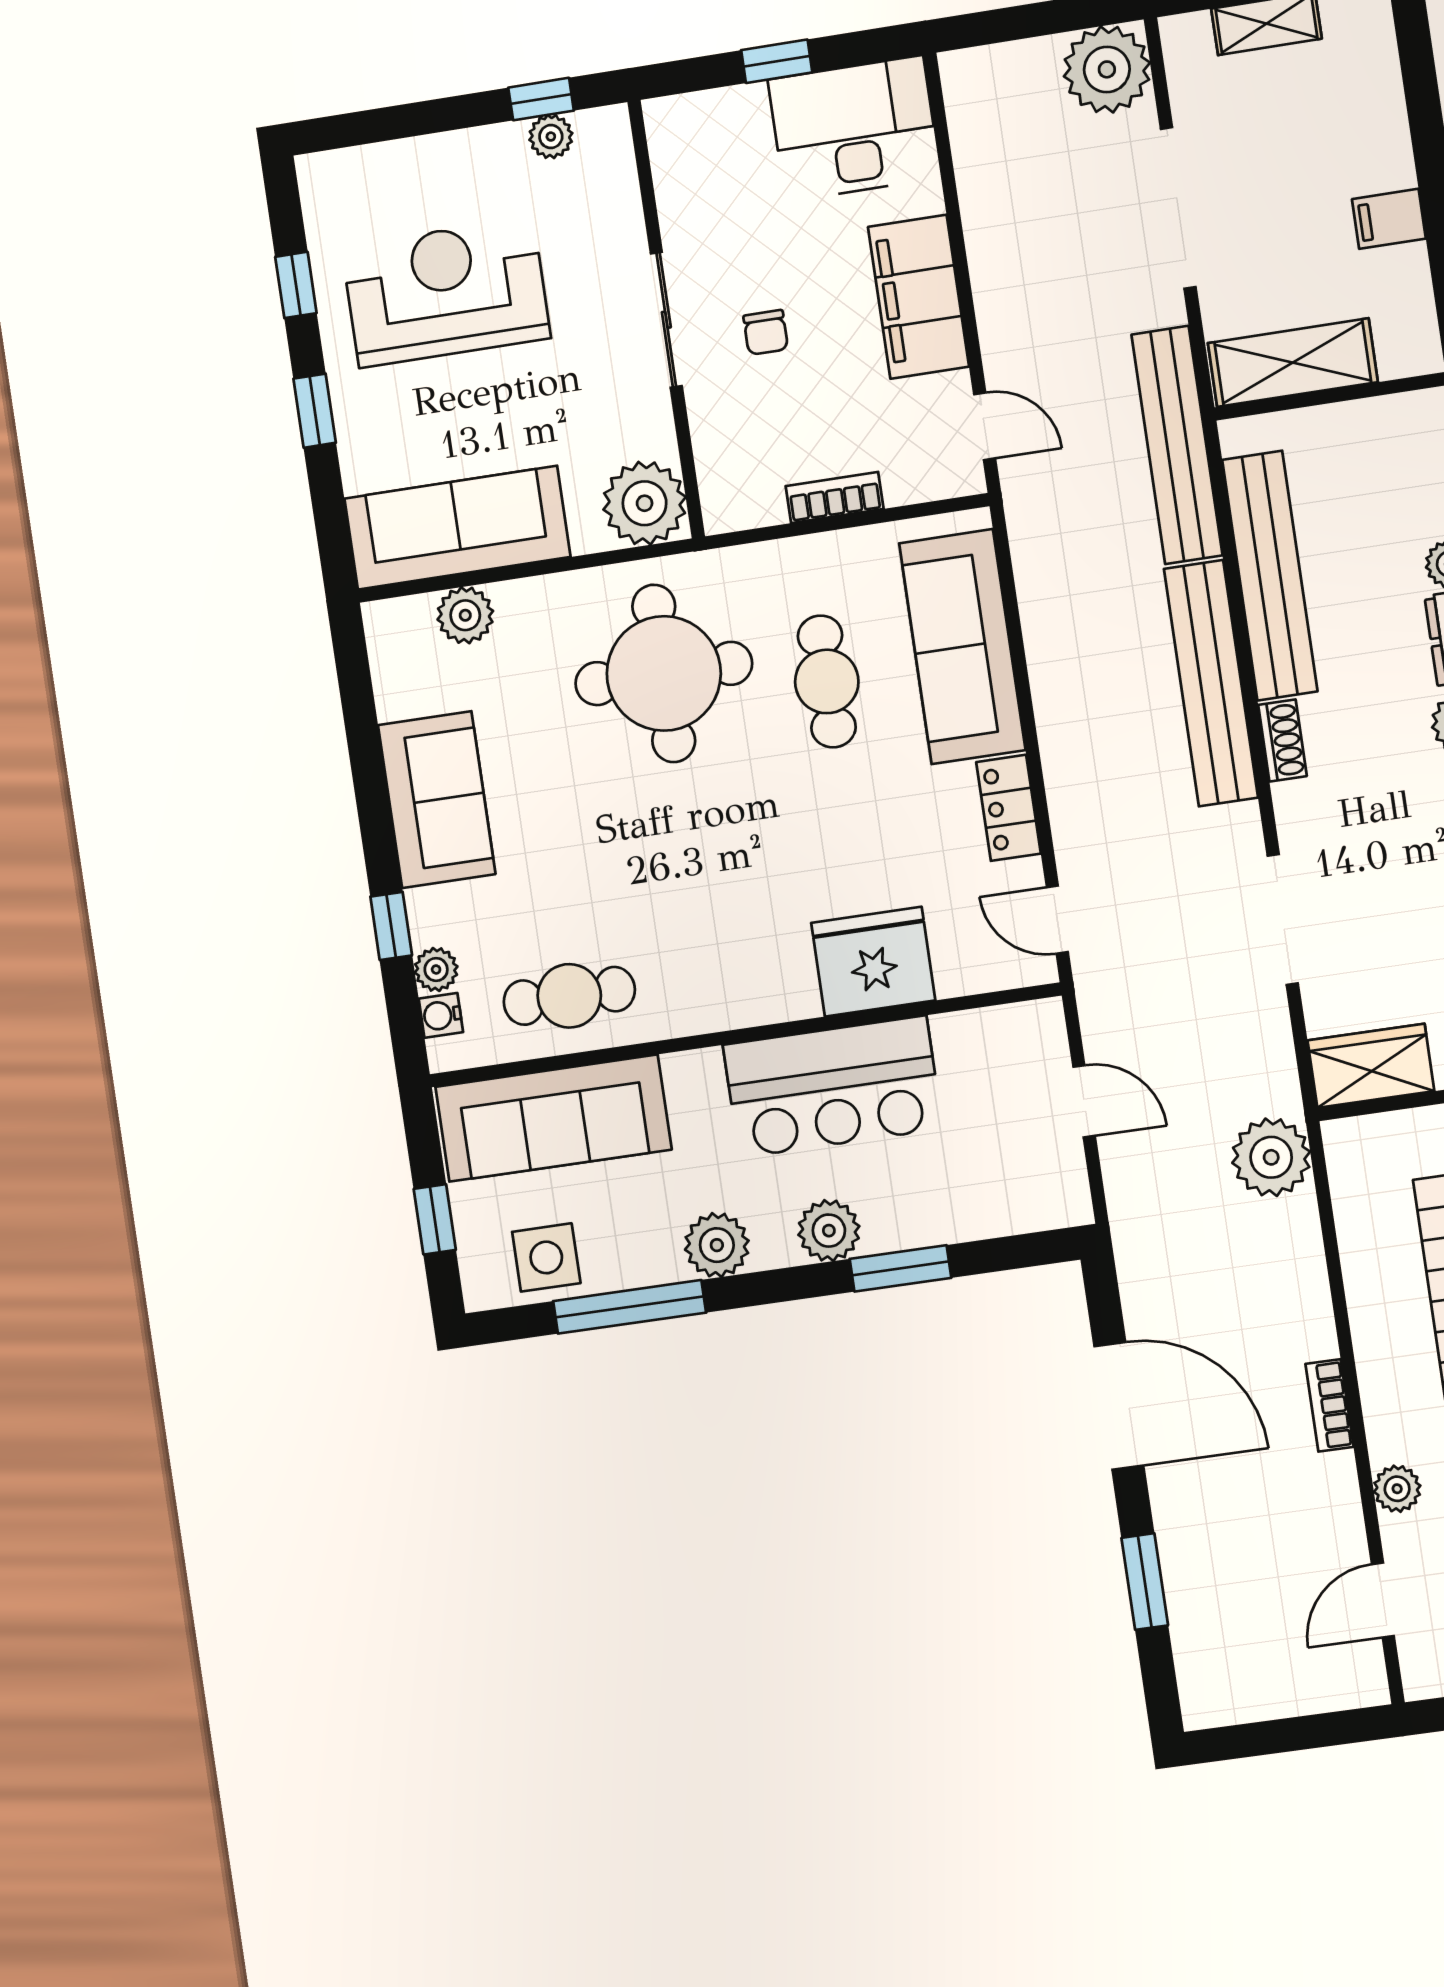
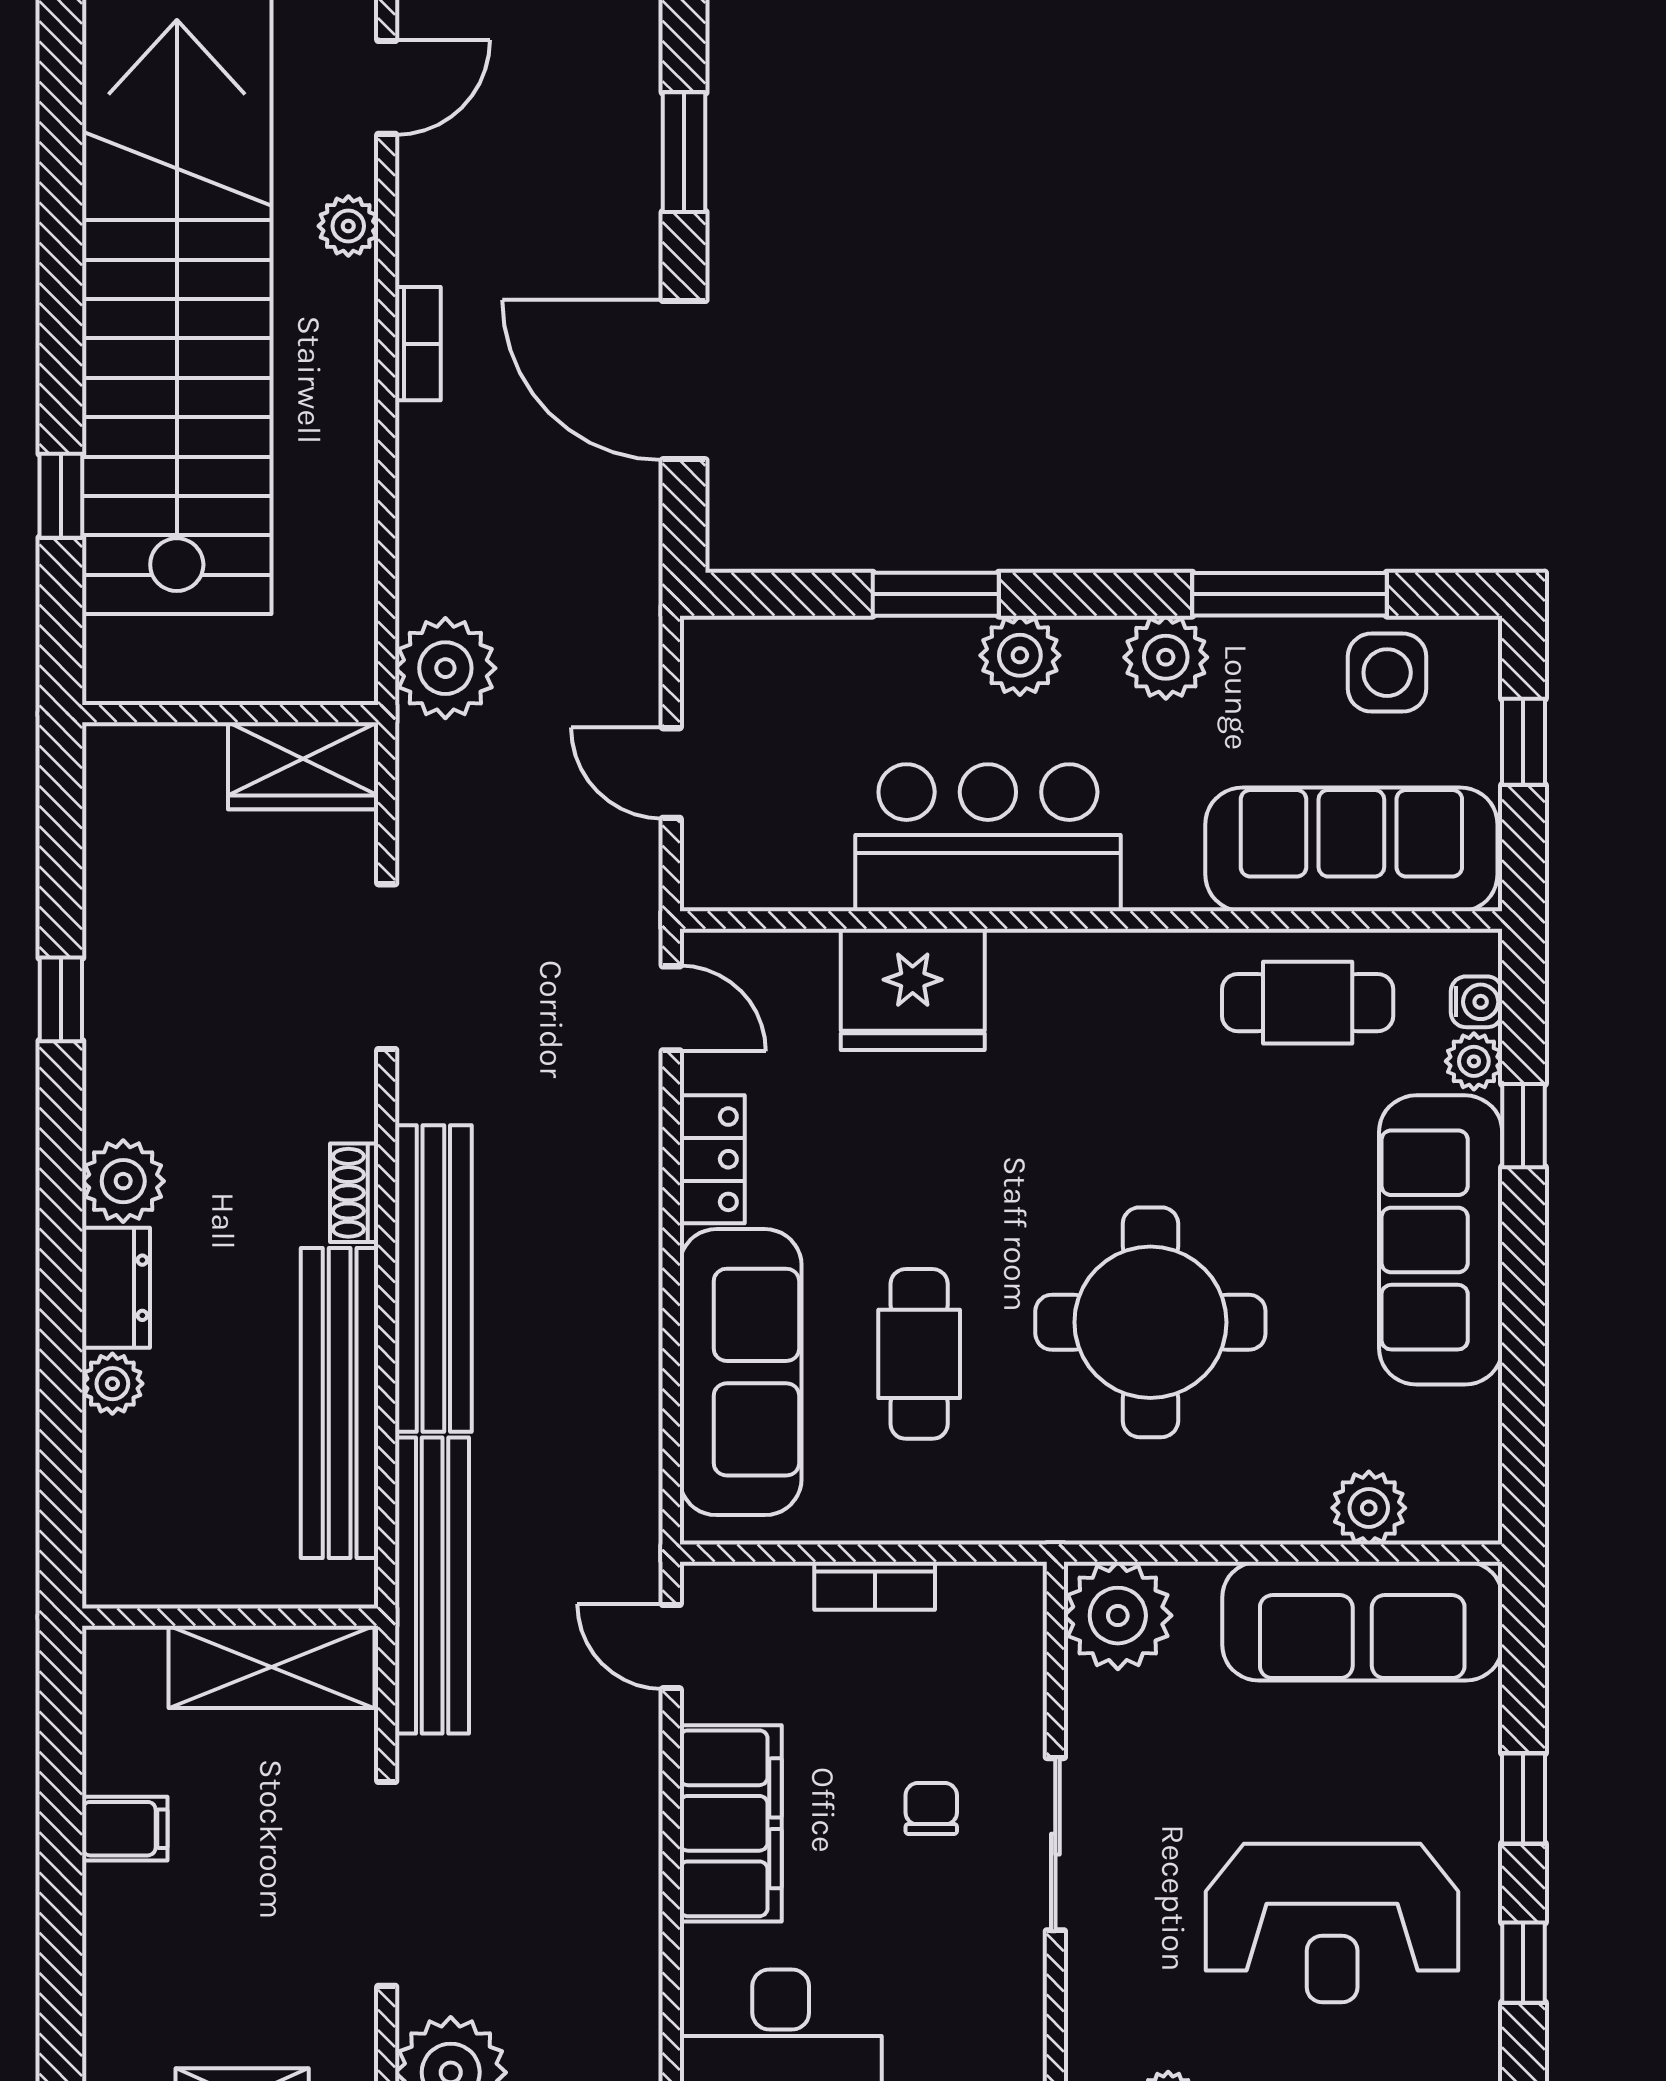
round table: (664, 673) -> (1150, 1322), moved
sofa: (437, 800) -> (1441, 1240), width x1.36

